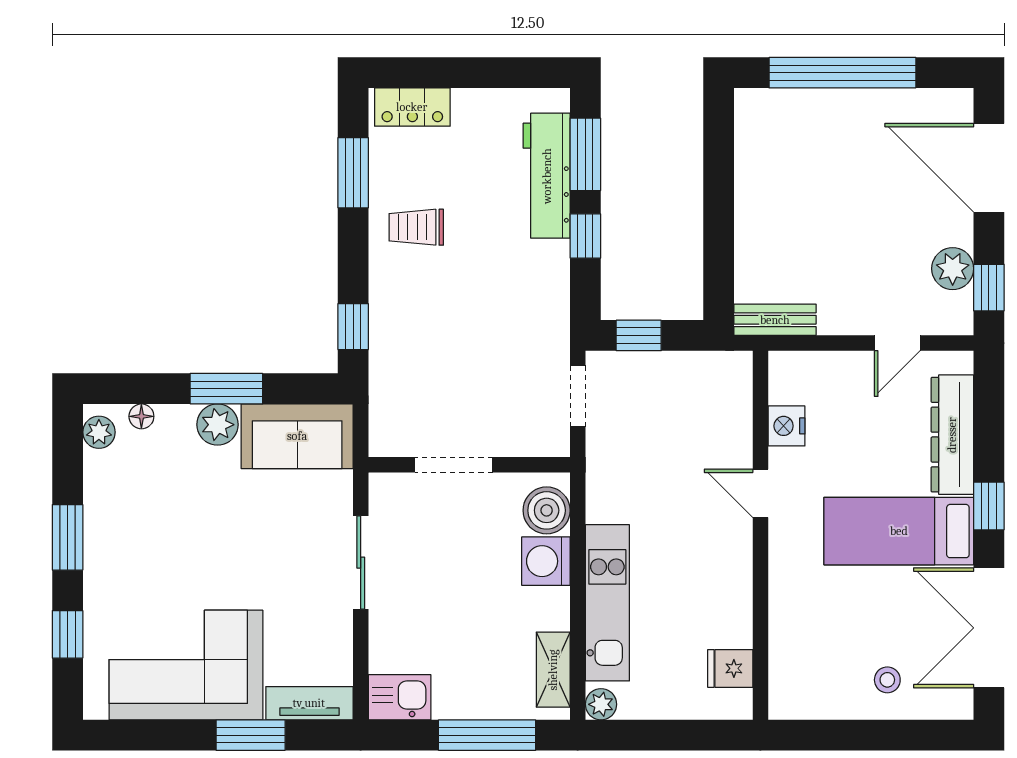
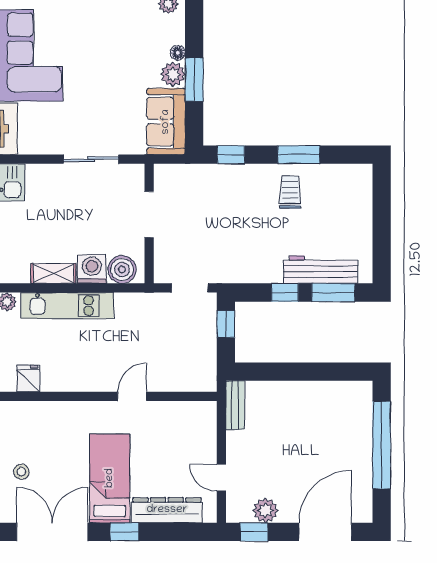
locker: (412, 107) -> (361, 190), removed
window: (353, 173) -> (299, 155), moved
floor lamp: (141, 416) -> (178, 53), moved
nightstand: (786, 426) -> (172, 412), removed
shelving: (553, 670) -> (53, 273), moved

